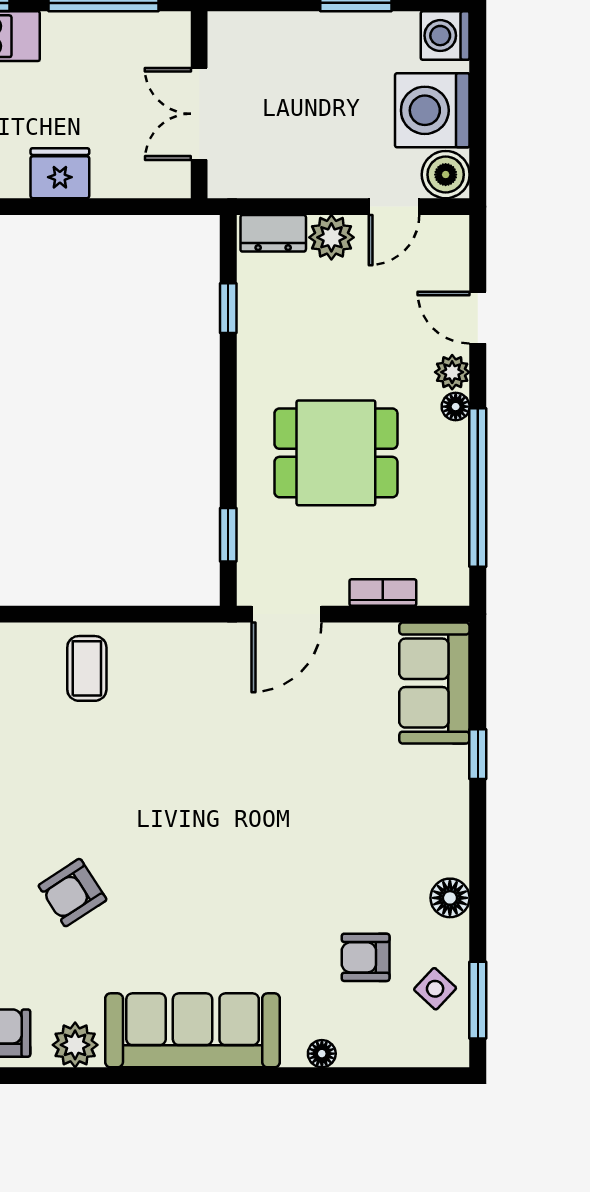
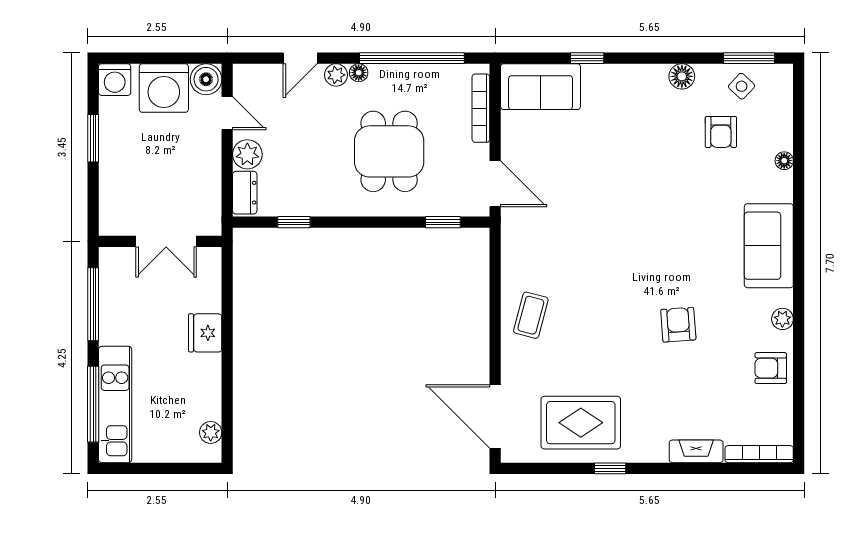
bookcase: (383, 592) -> (481, 108), width x1.56
coffee table: (87, 668) -> (531, 315), turned -75
armchair: (73, 893) -> (678, 325), turned -151
sofa: (193, 1030) -> (769, 246), width x0.73
plant: (75, 1045) -> (782, 319), width x0.73, depth x0.73

